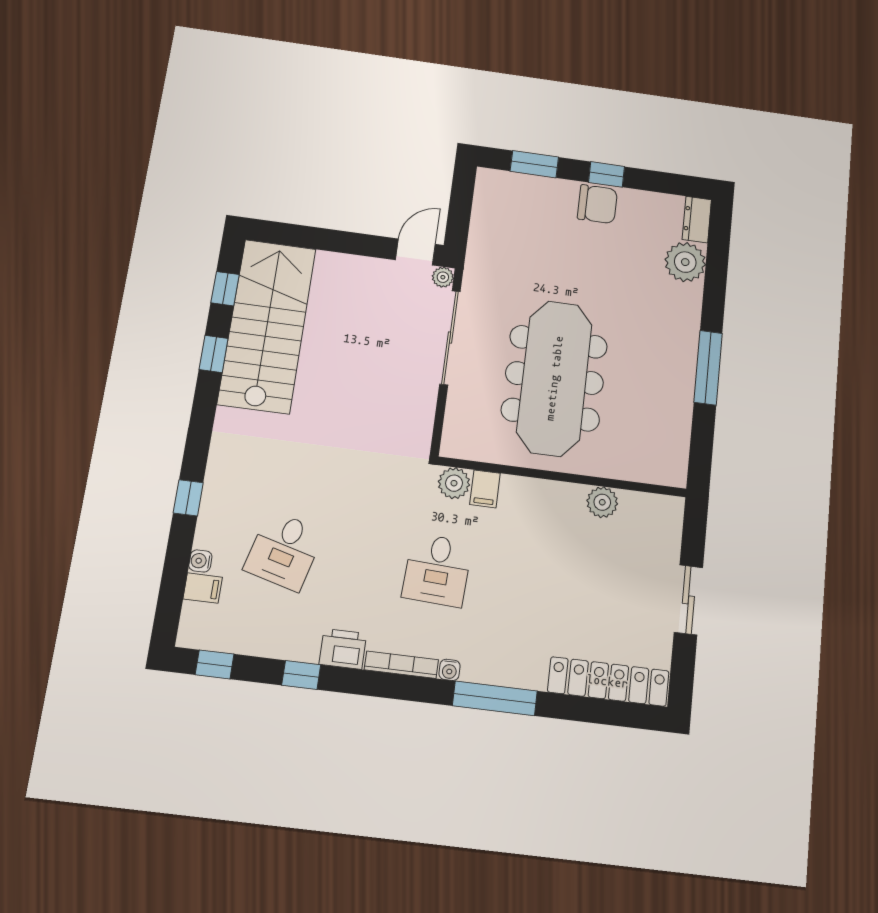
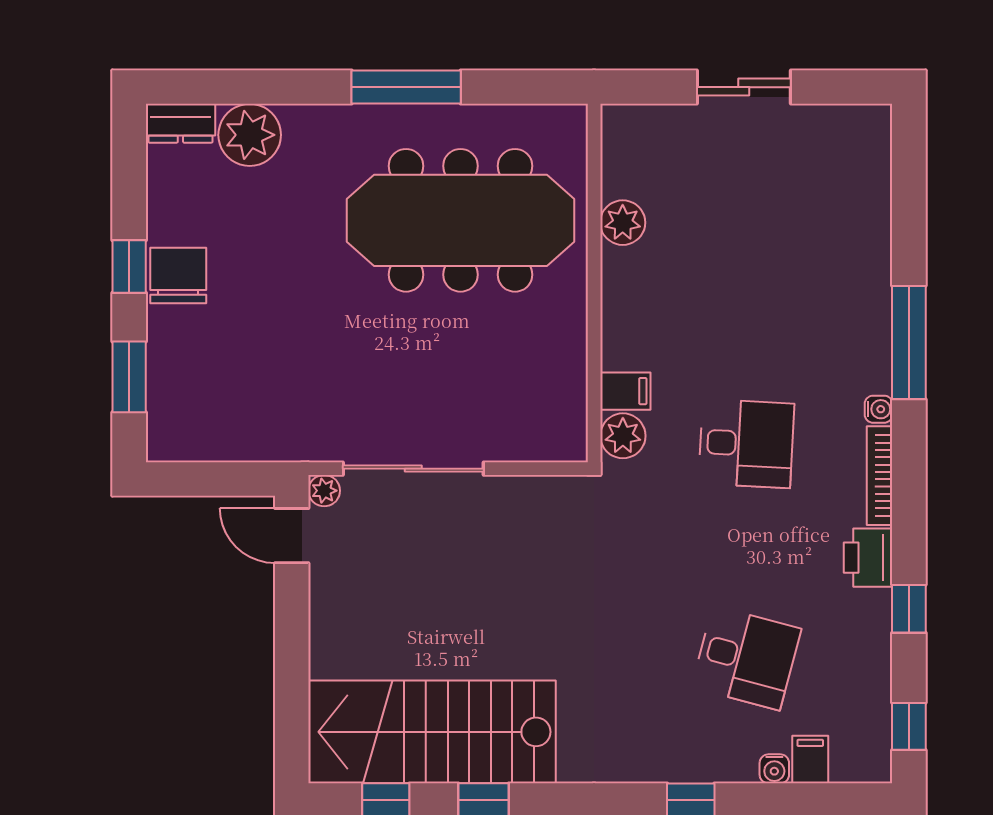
meeting table: (554, 378) -> (461, 220), moved
locker: (608, 681) -> (868, 189), removed

